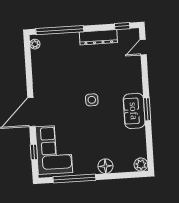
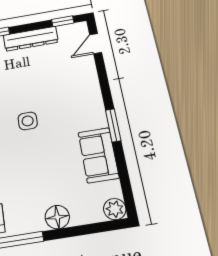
sofa: (134, 111) -> (98, 155), moved

